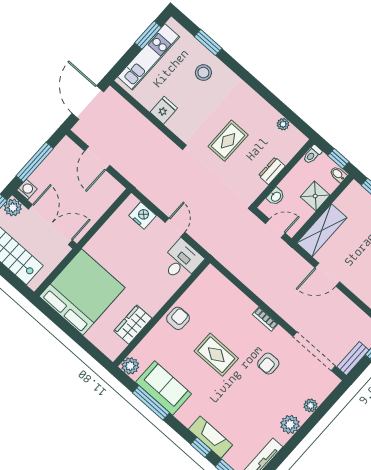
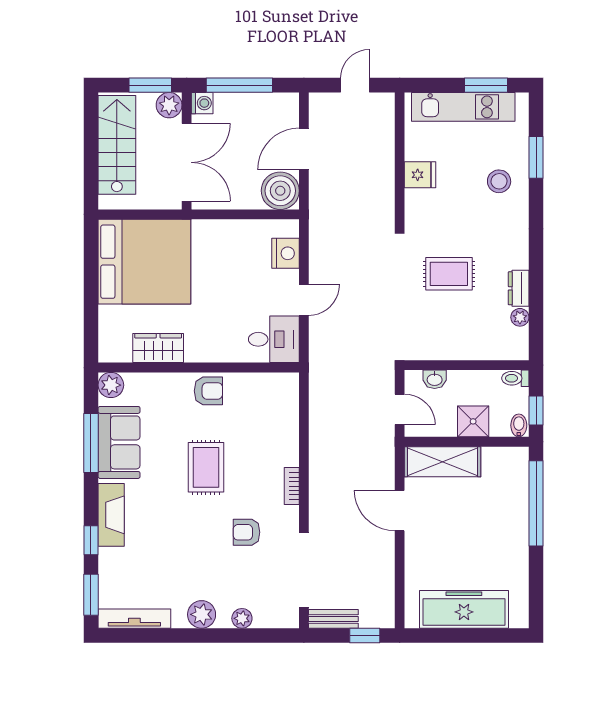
door: (88, 103) -> (355, 85), width x0.53
dresser: (272, 171) -> (519, 288), moved, turned -90
boiler: (108, 189) -> (280, 191), added
fireplace: (210, 437) -> (111, 515), moved

